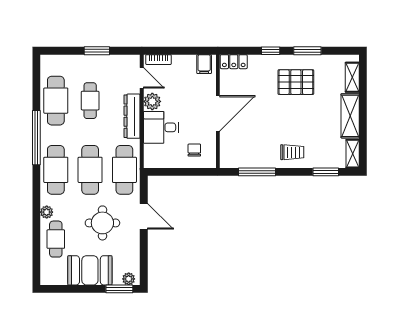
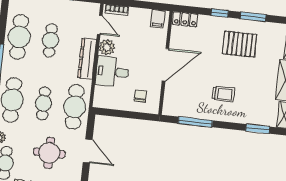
trolley: (292, 152) -> (223, 94), moved
cafe table: (90, 170) -> (43, 103), width x0.73, depth x0.74

